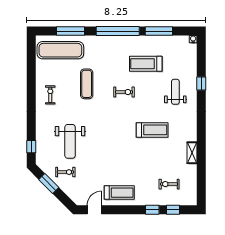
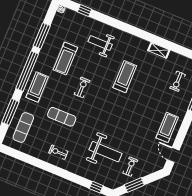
treadmill: (106, 47) -> (37, 87), added
exercise mat: (60, 50) -> (23, 128), width x0.73, depth x0.69
window: (201, 84) -> (84, 10), moved

